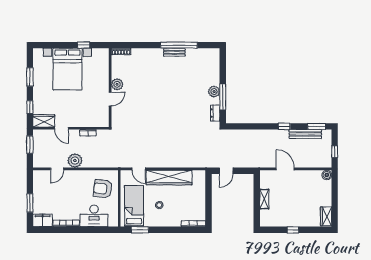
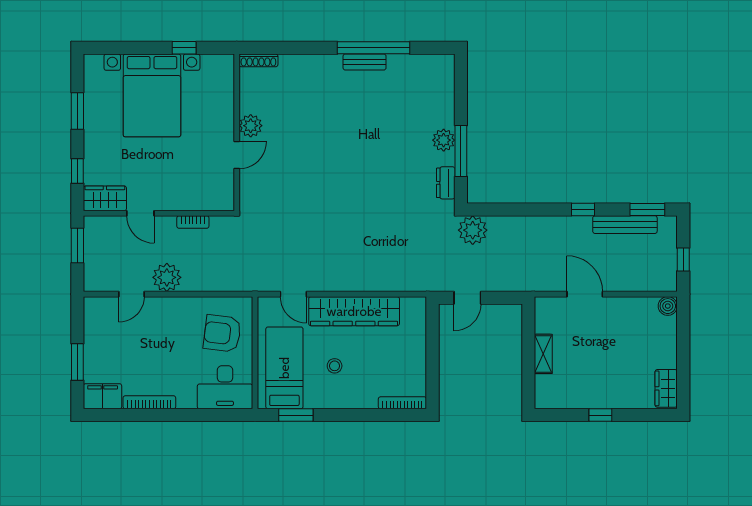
plant: (229, 137) -> (473, 230), added
desk: (94, 216) -> (225, 387), moved

